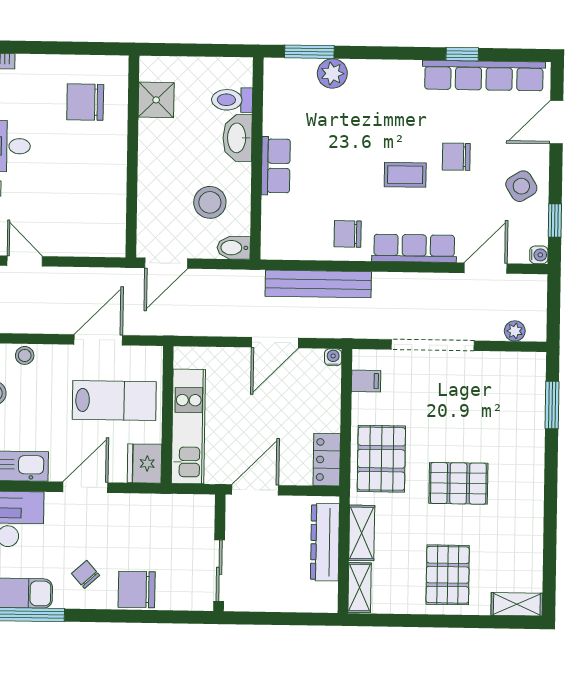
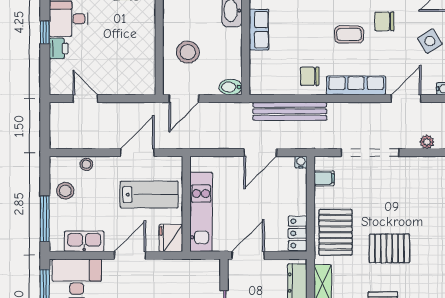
stool: (210, 202) -> (188, 52), moved

